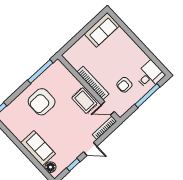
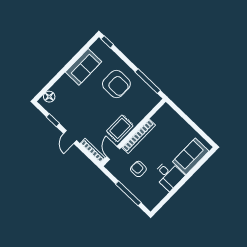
sofa: (102, 30) -> (191, 156), moved, turned 90
desk: (150, 75) -> (169, 175), moved
armchair: (42, 102) -> (116, 84), turned 180
sofa: (38, 148) -> (84, 67), moved

